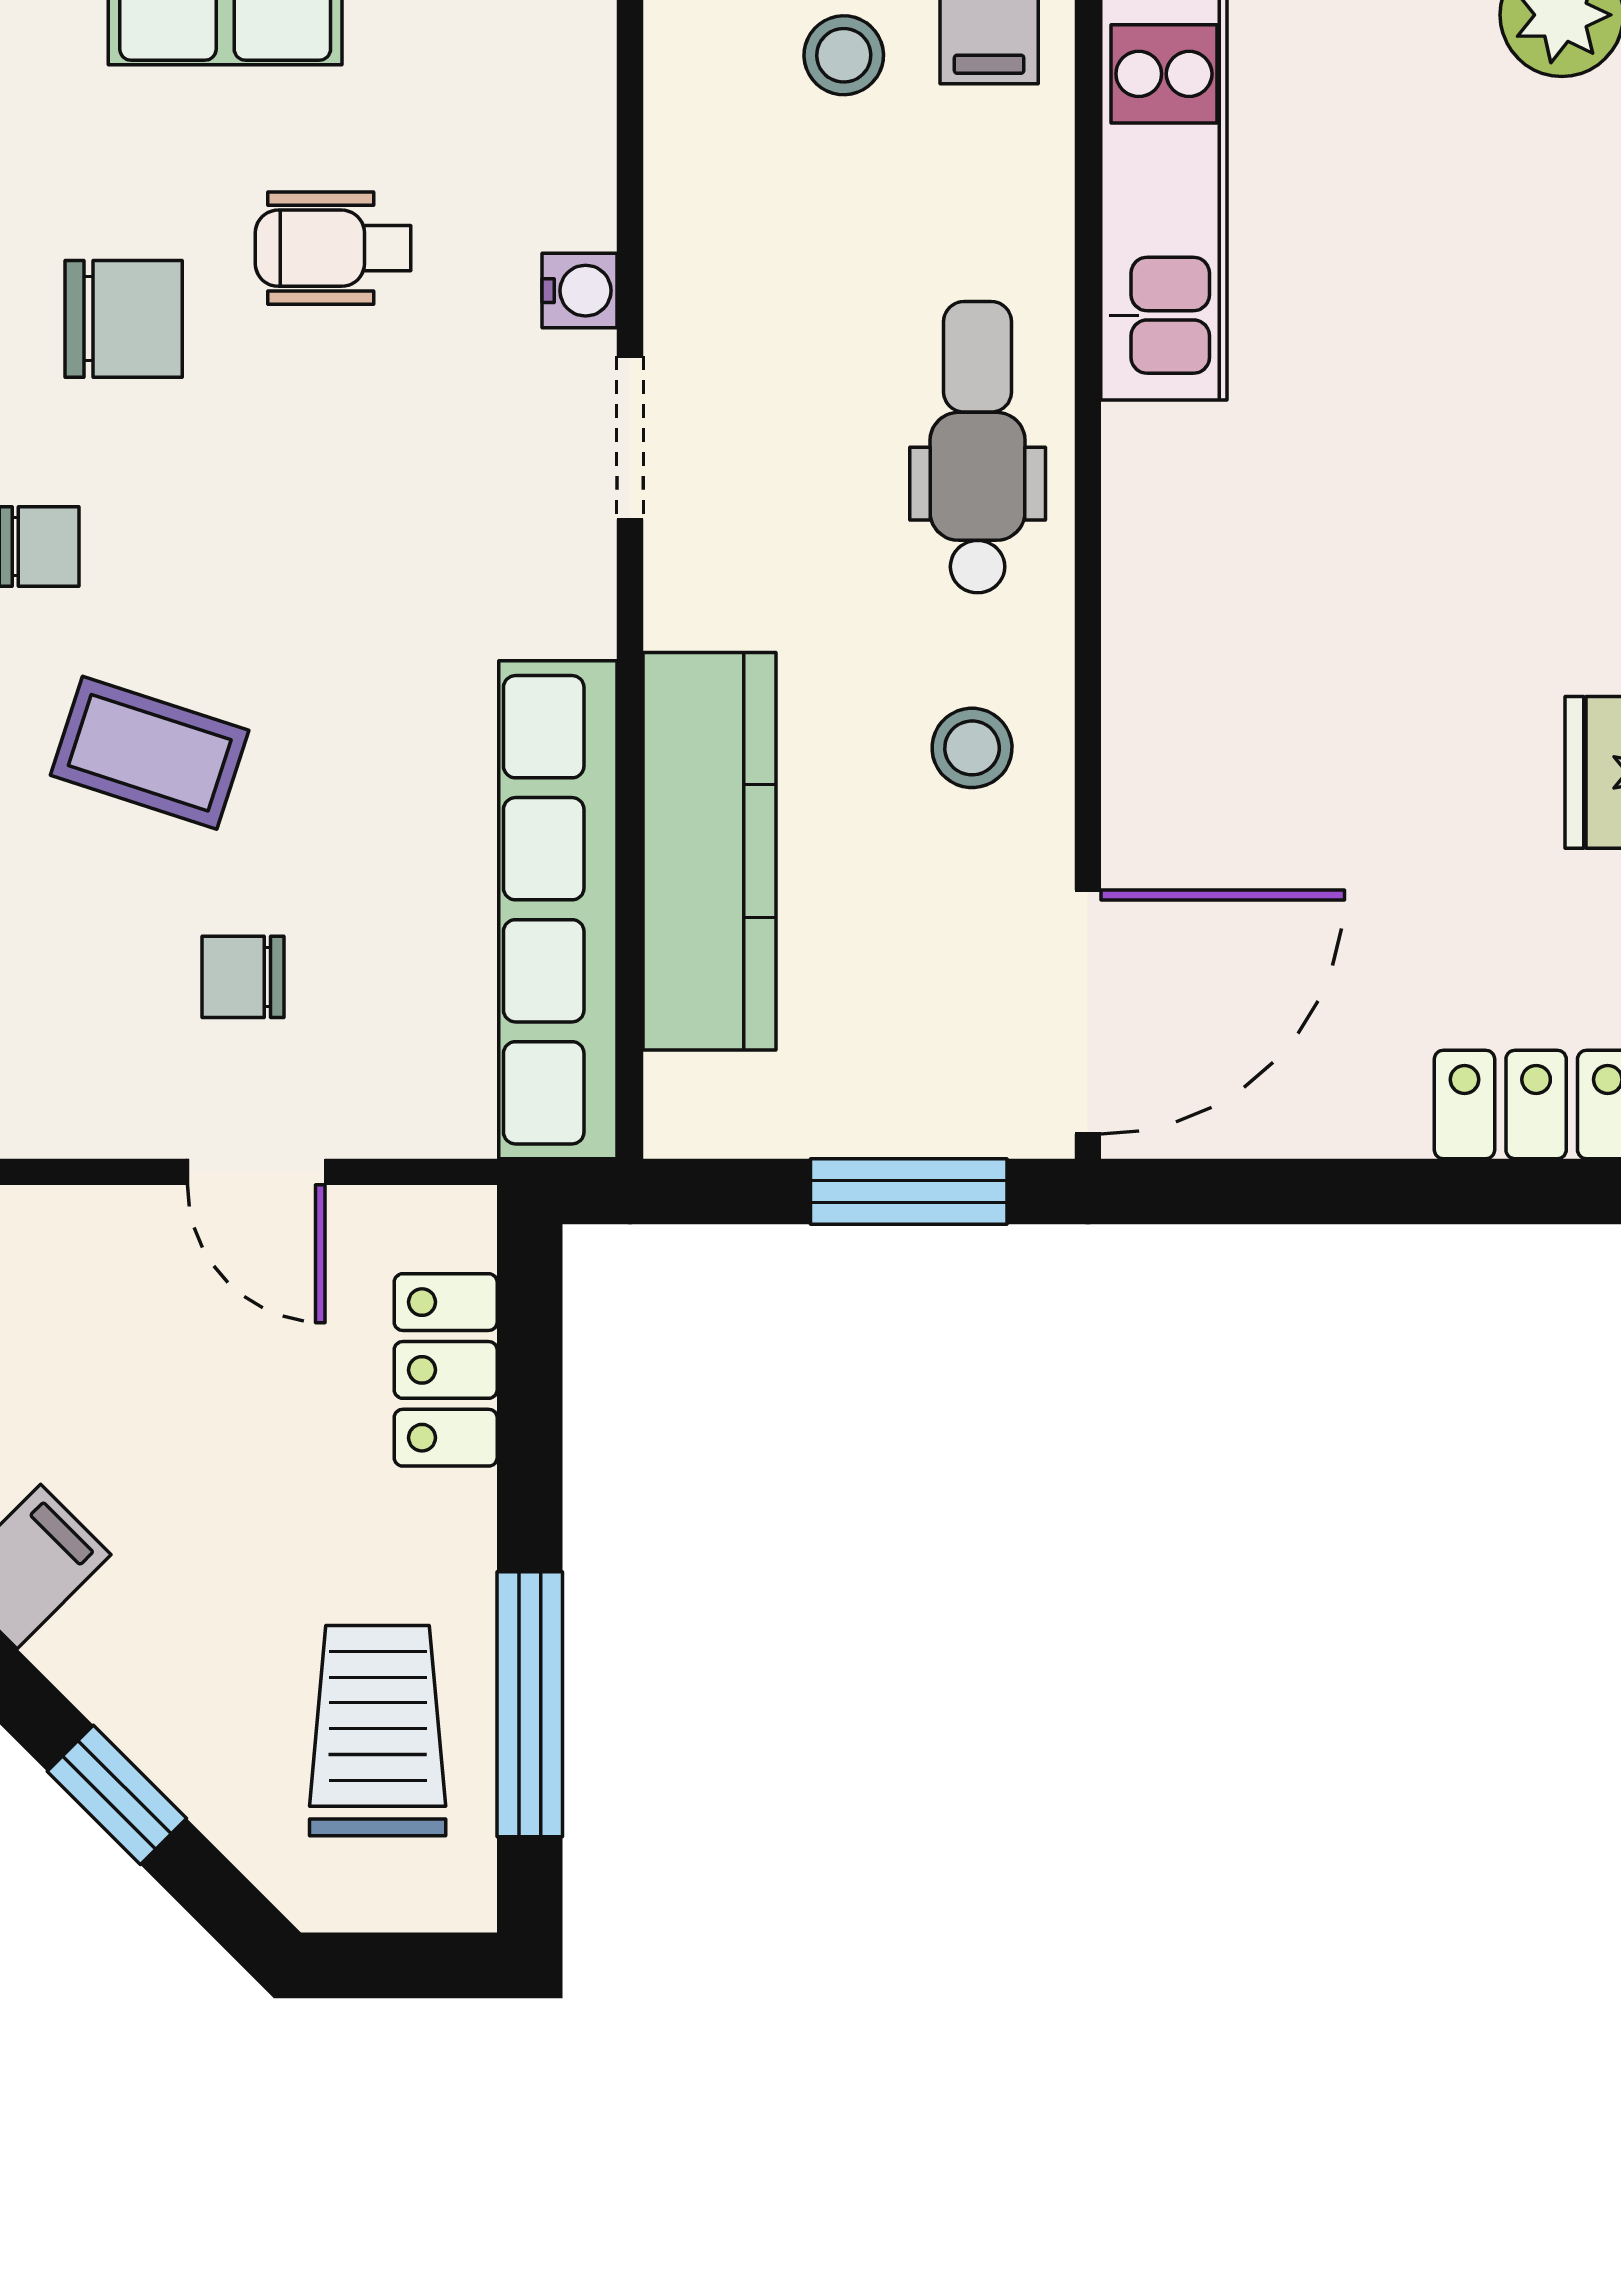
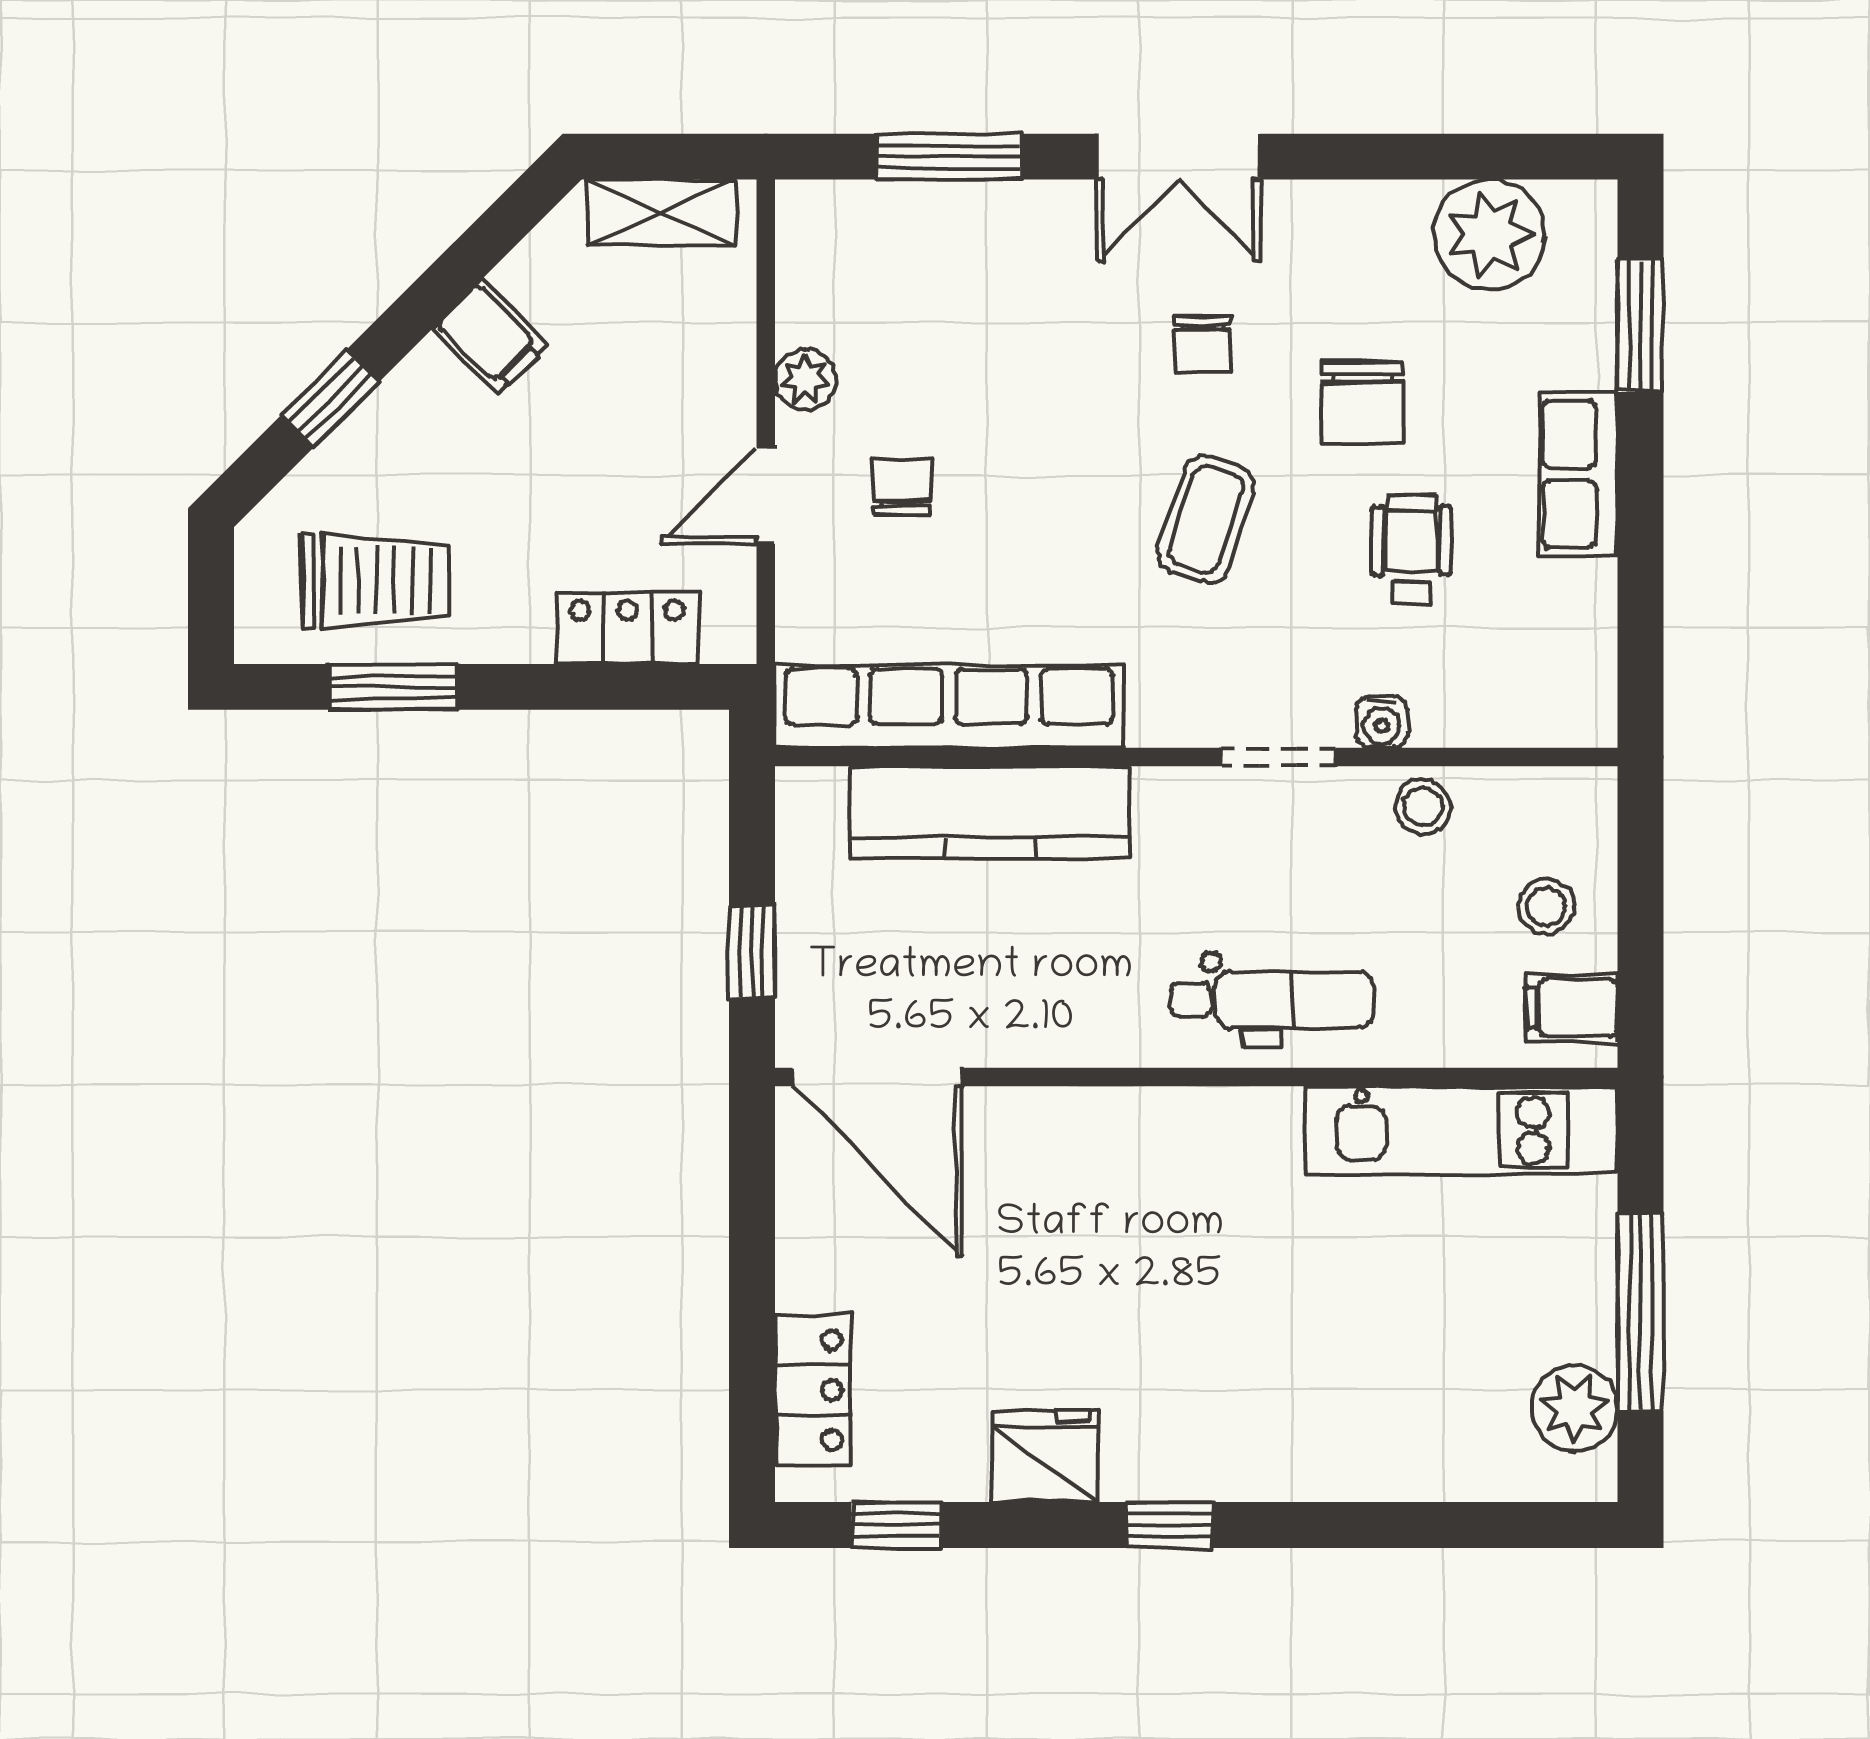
stool: (972, 748) -> (1423, 807), moved
coffee table: (150, 753) -> (1206, 519), moved
plant: (90, 1115) -> (805, 379), added
window: (909, 1191) -> (752, 952), width x0.67
window: (530, 1704) -> (394, 687), width x0.69

